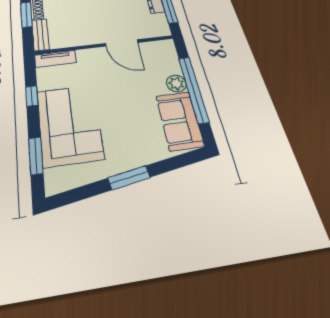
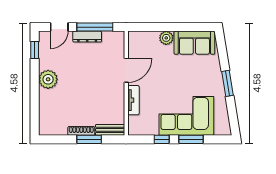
tv unit: (55, 59) -> (133, 100), moved
window: (193, 89) -> (172, 27), removed
window: (36, 156) -> (191, 139), moved

